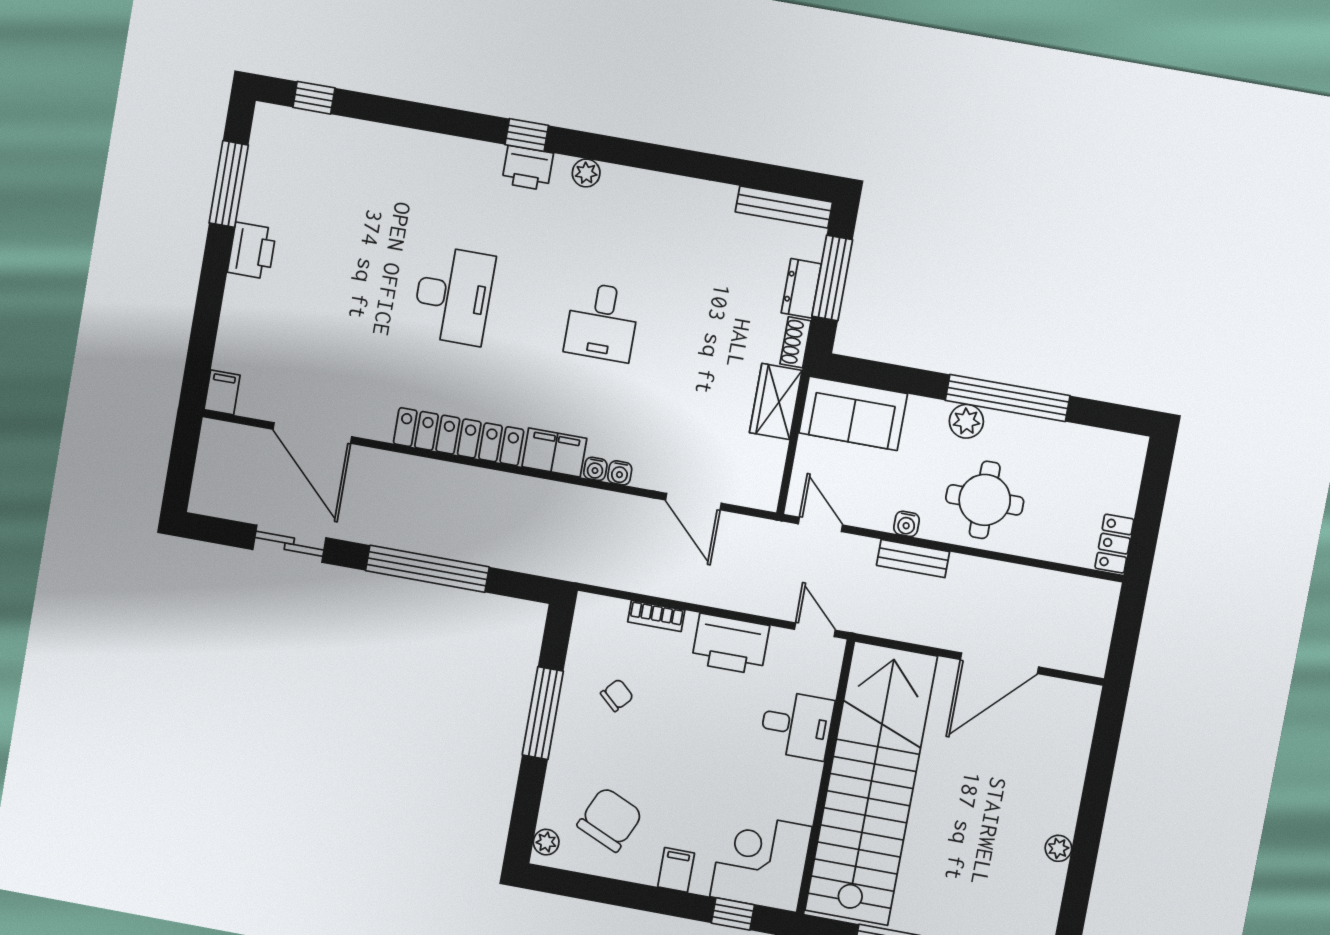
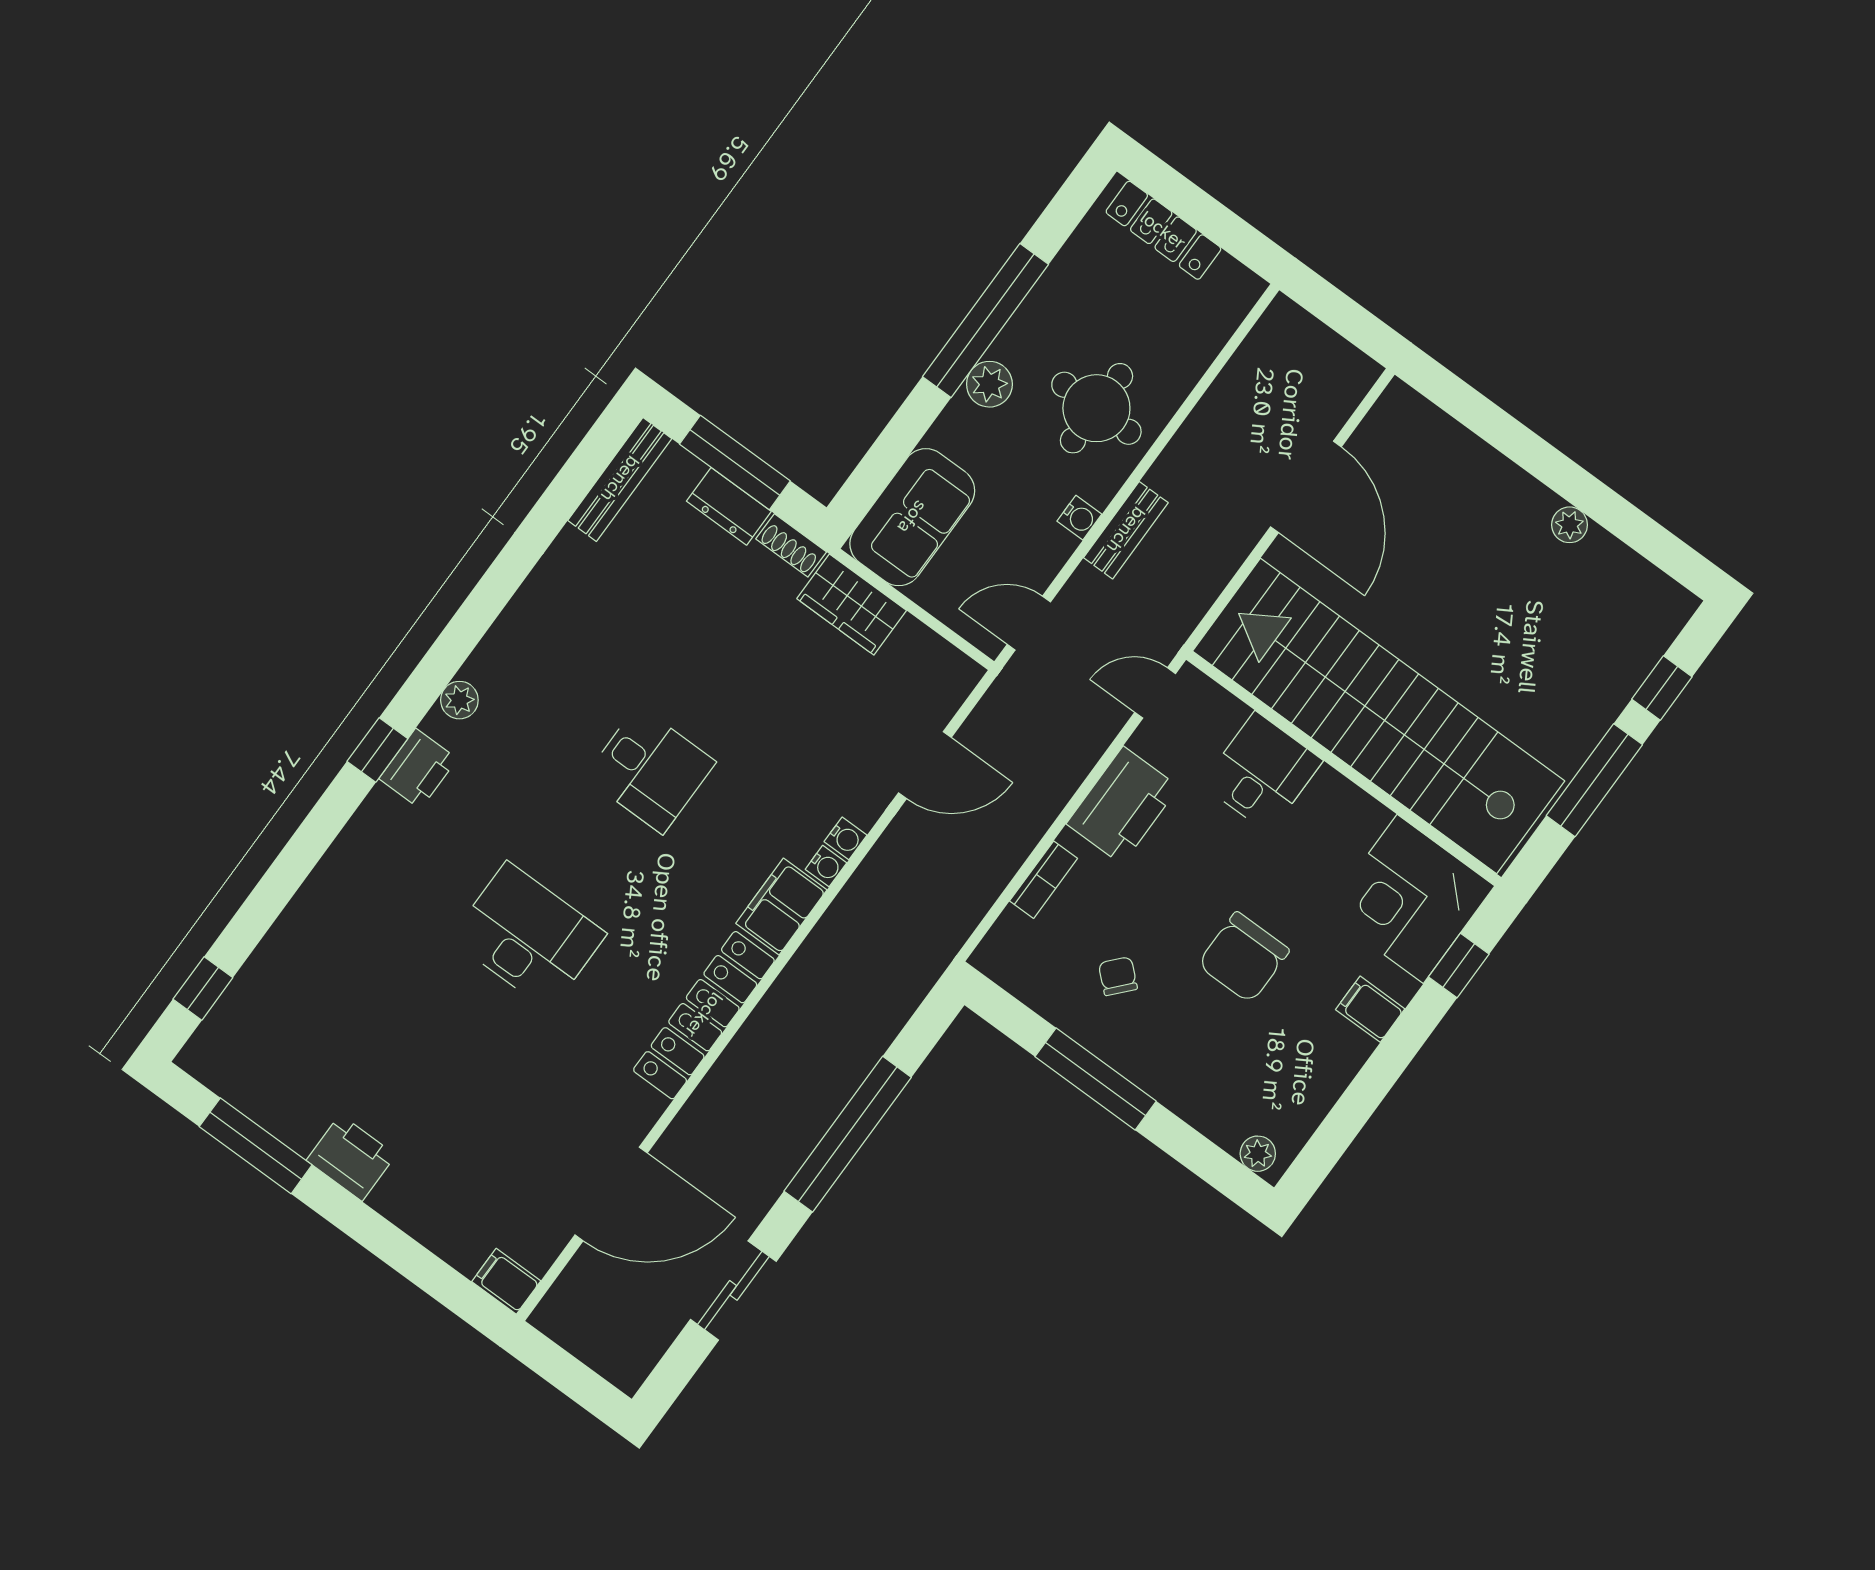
locker: (1114, 544) -> (1163, 230), moved, width x1.53
chair: (610, 819) -> (1243, 957), moved, turned -114

